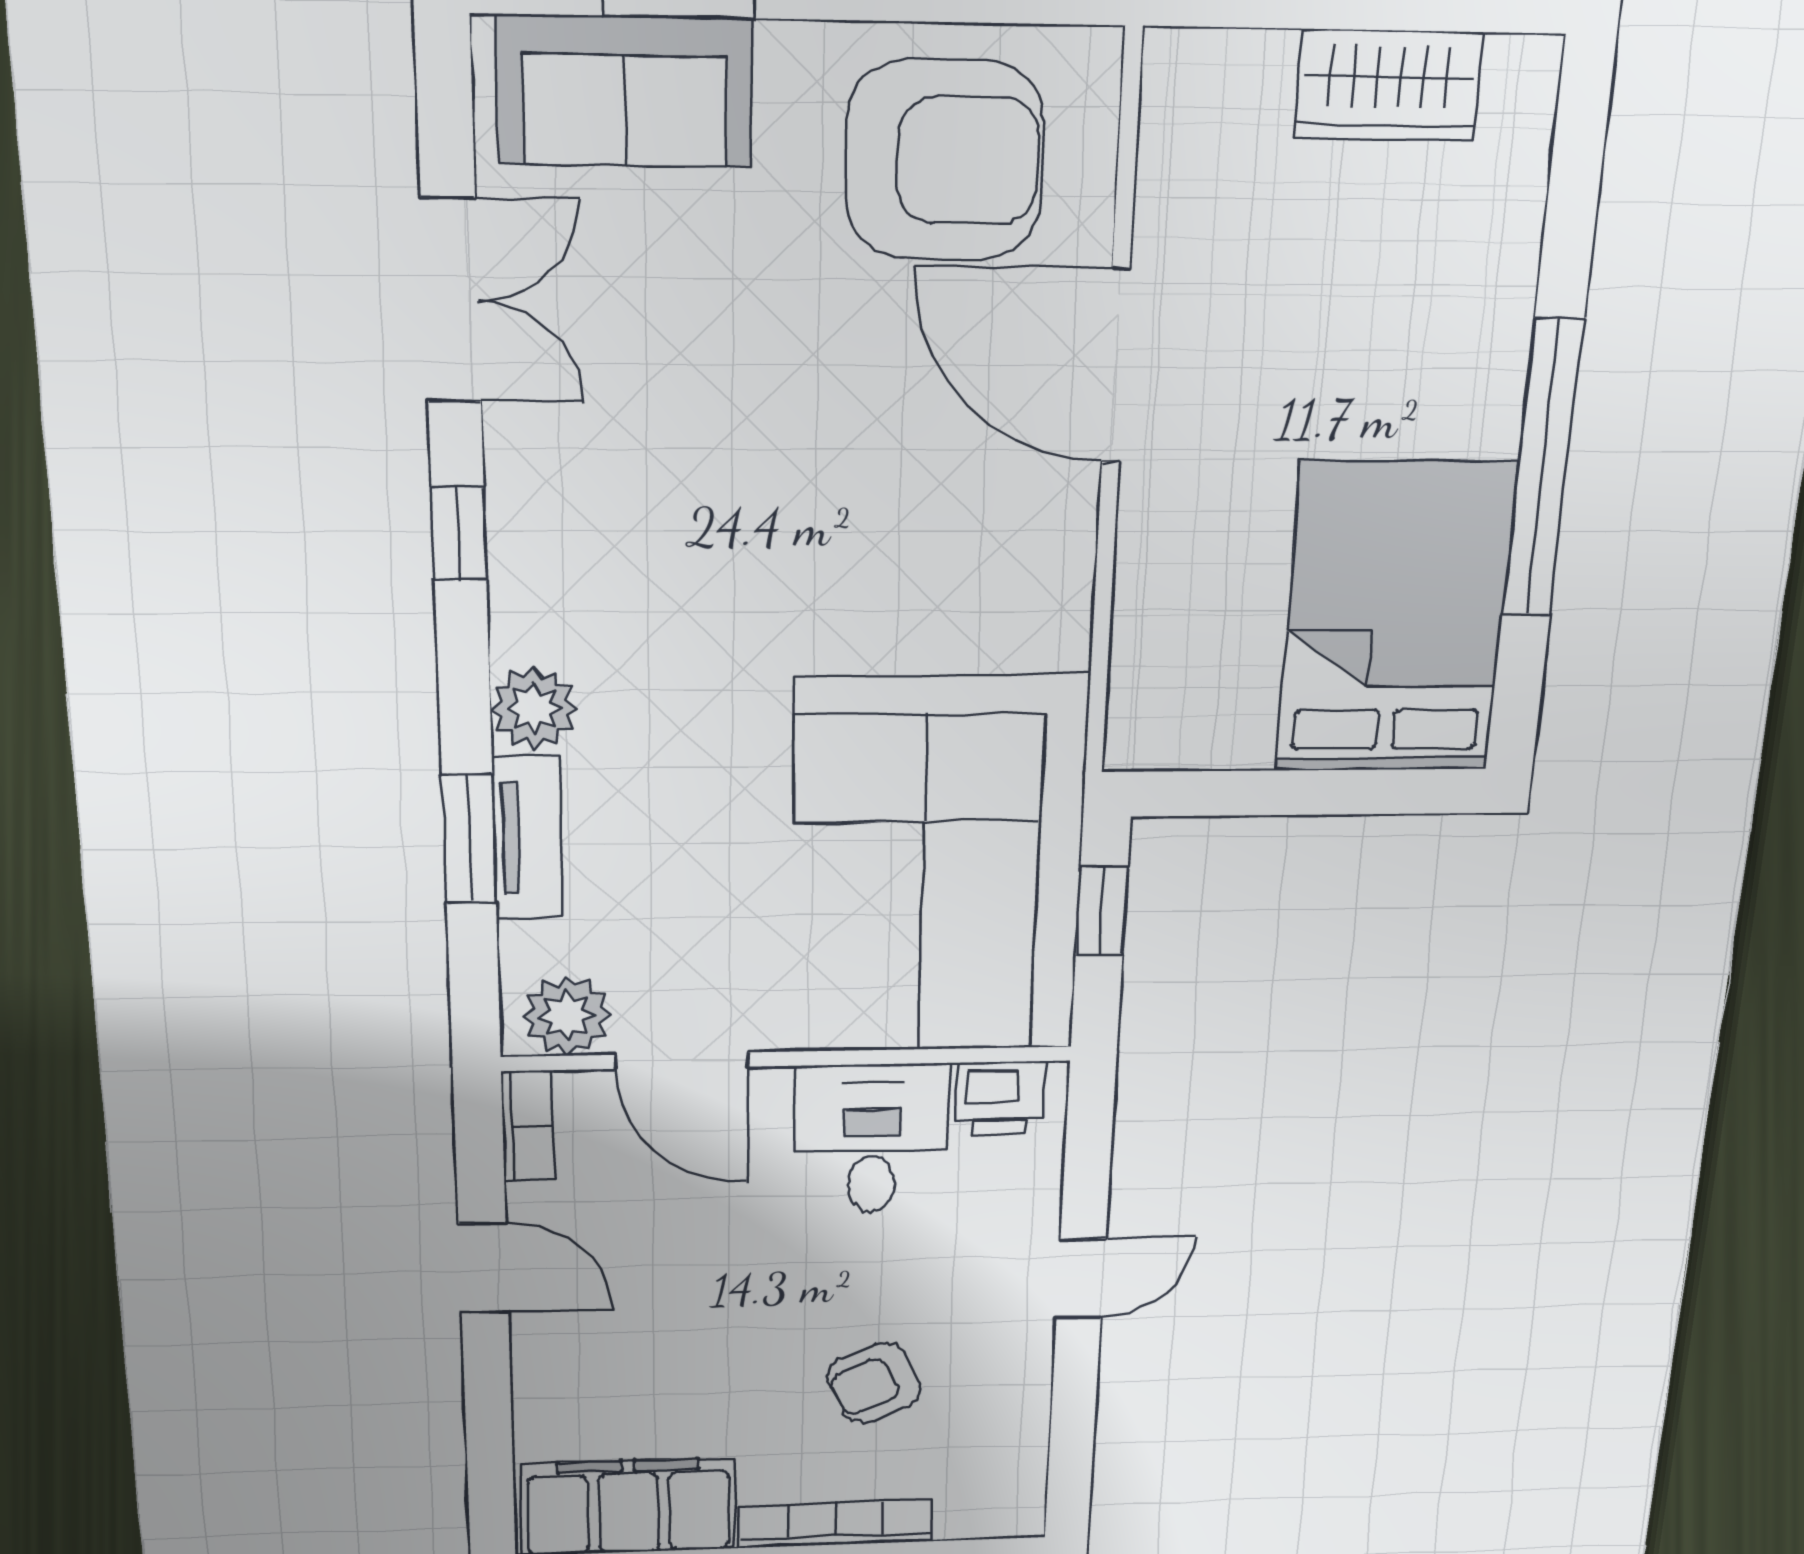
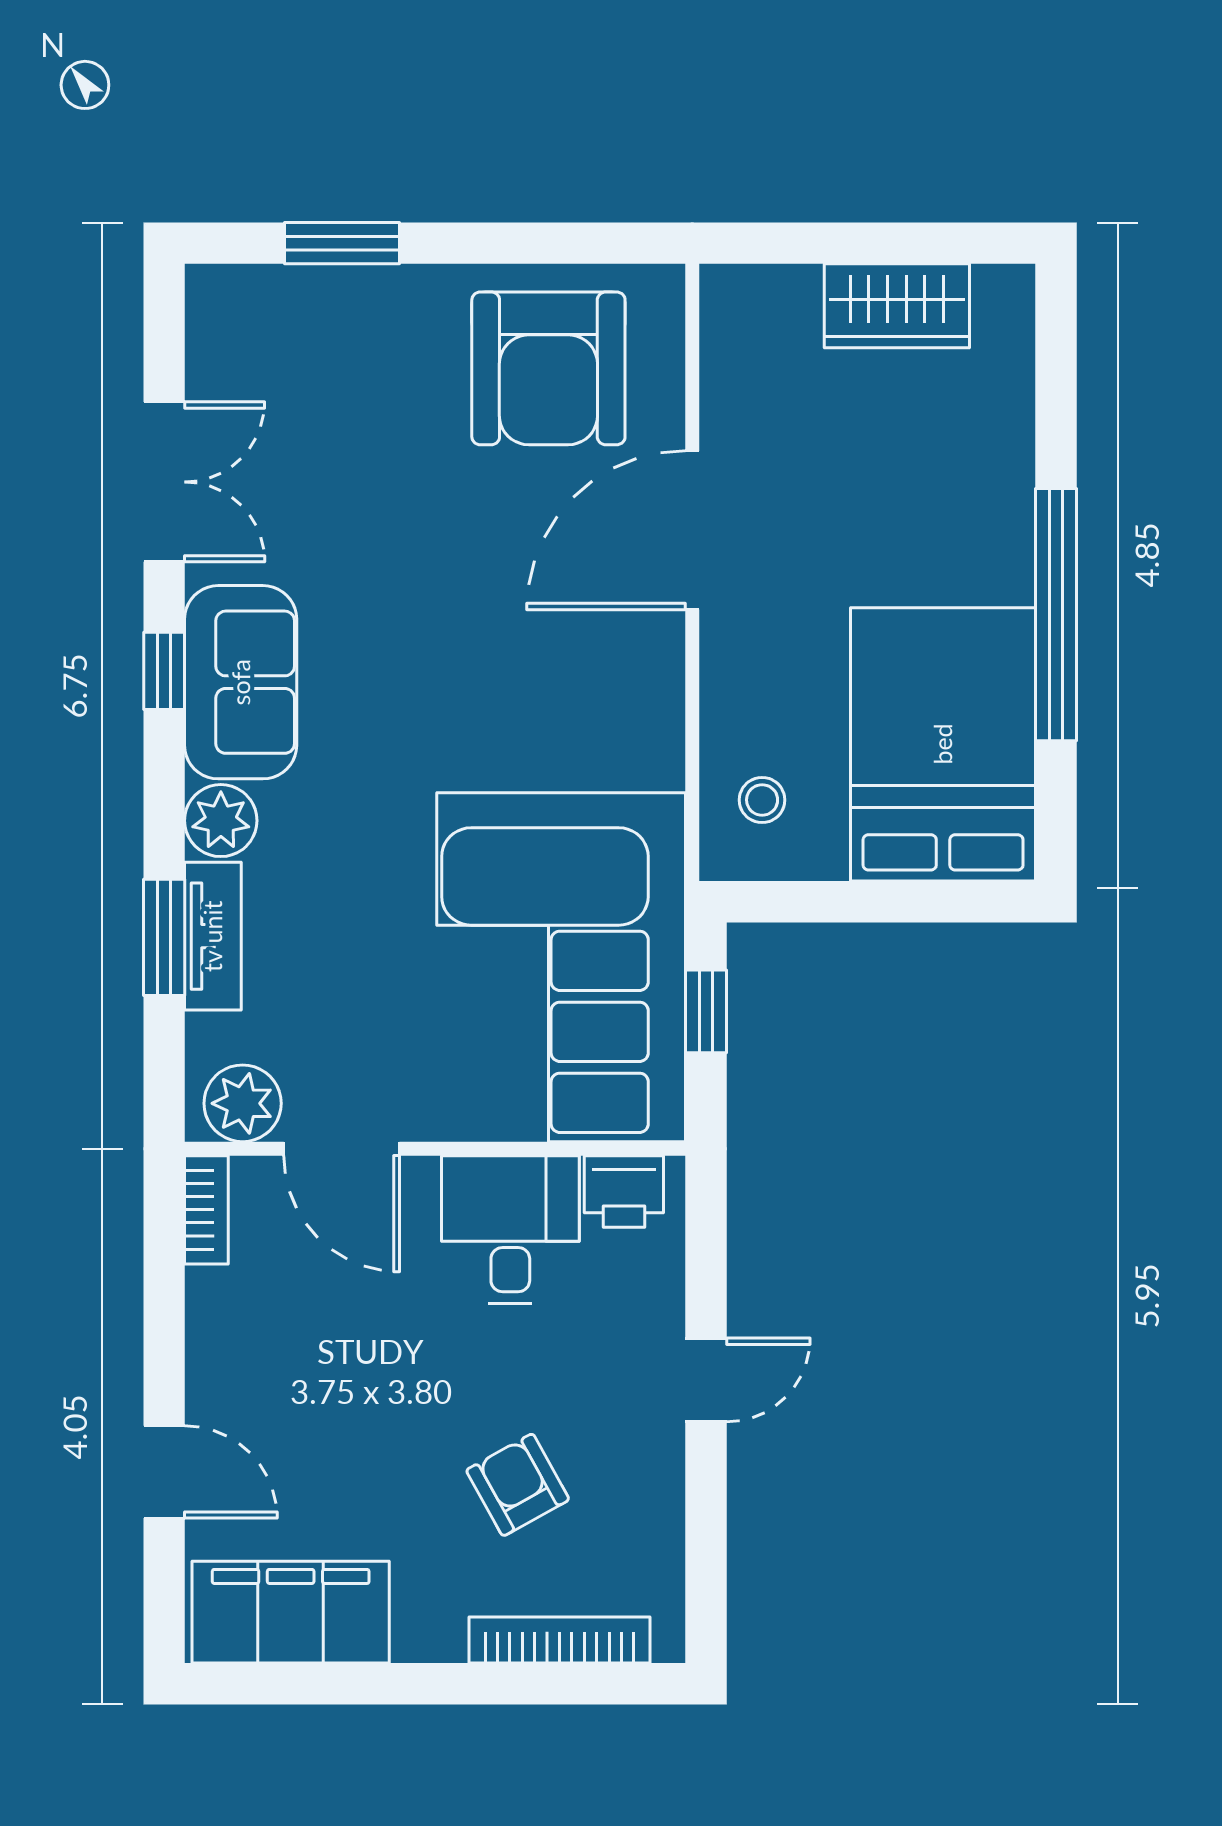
sofa: (625, 91) -> (241, 682), moved, turned -90
armchair: (945, 160) -> (548, 368), turned 90
door: (1116, 366) -> (692, 530), hinge flipped
stool: (1180, 682) -> (762, 800), added
door: (484, 1268) -> (164, 1472), moved
armchair: (874, 1383) -> (518, 1485), turned 85
bookcase: (836, 1524) -> (560, 1640), moved

